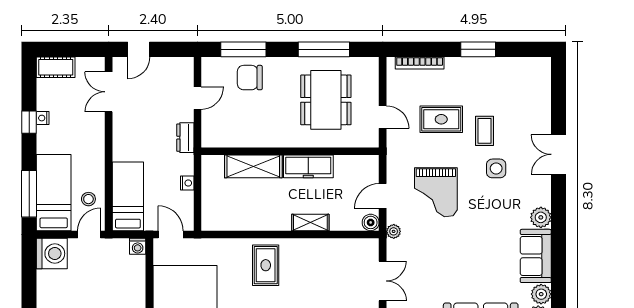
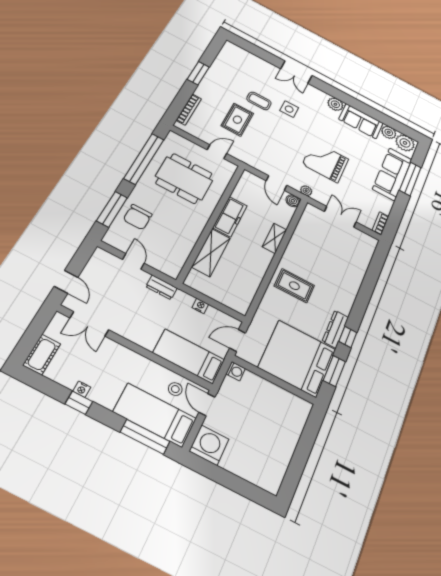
window: (324, 49) -> (144, 159), width x1.46
grand piano: (436, 192) -> (325, 162), moved, turned 180

